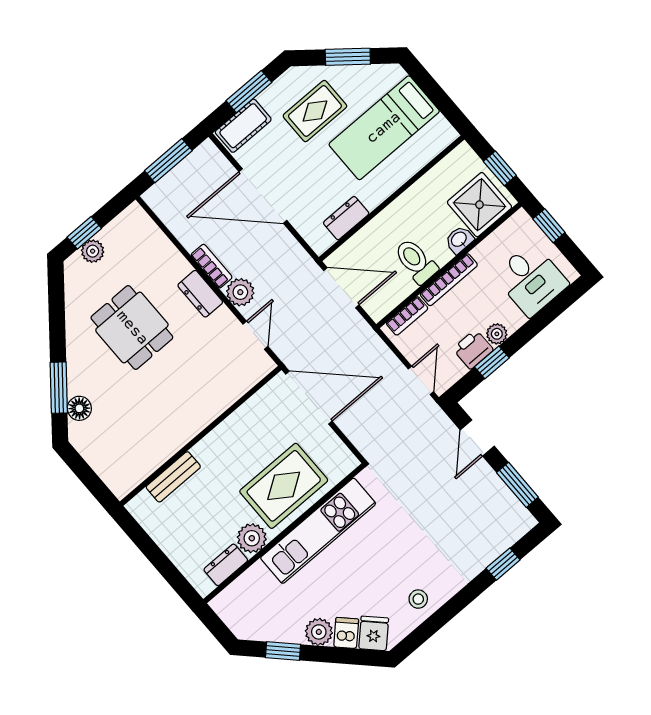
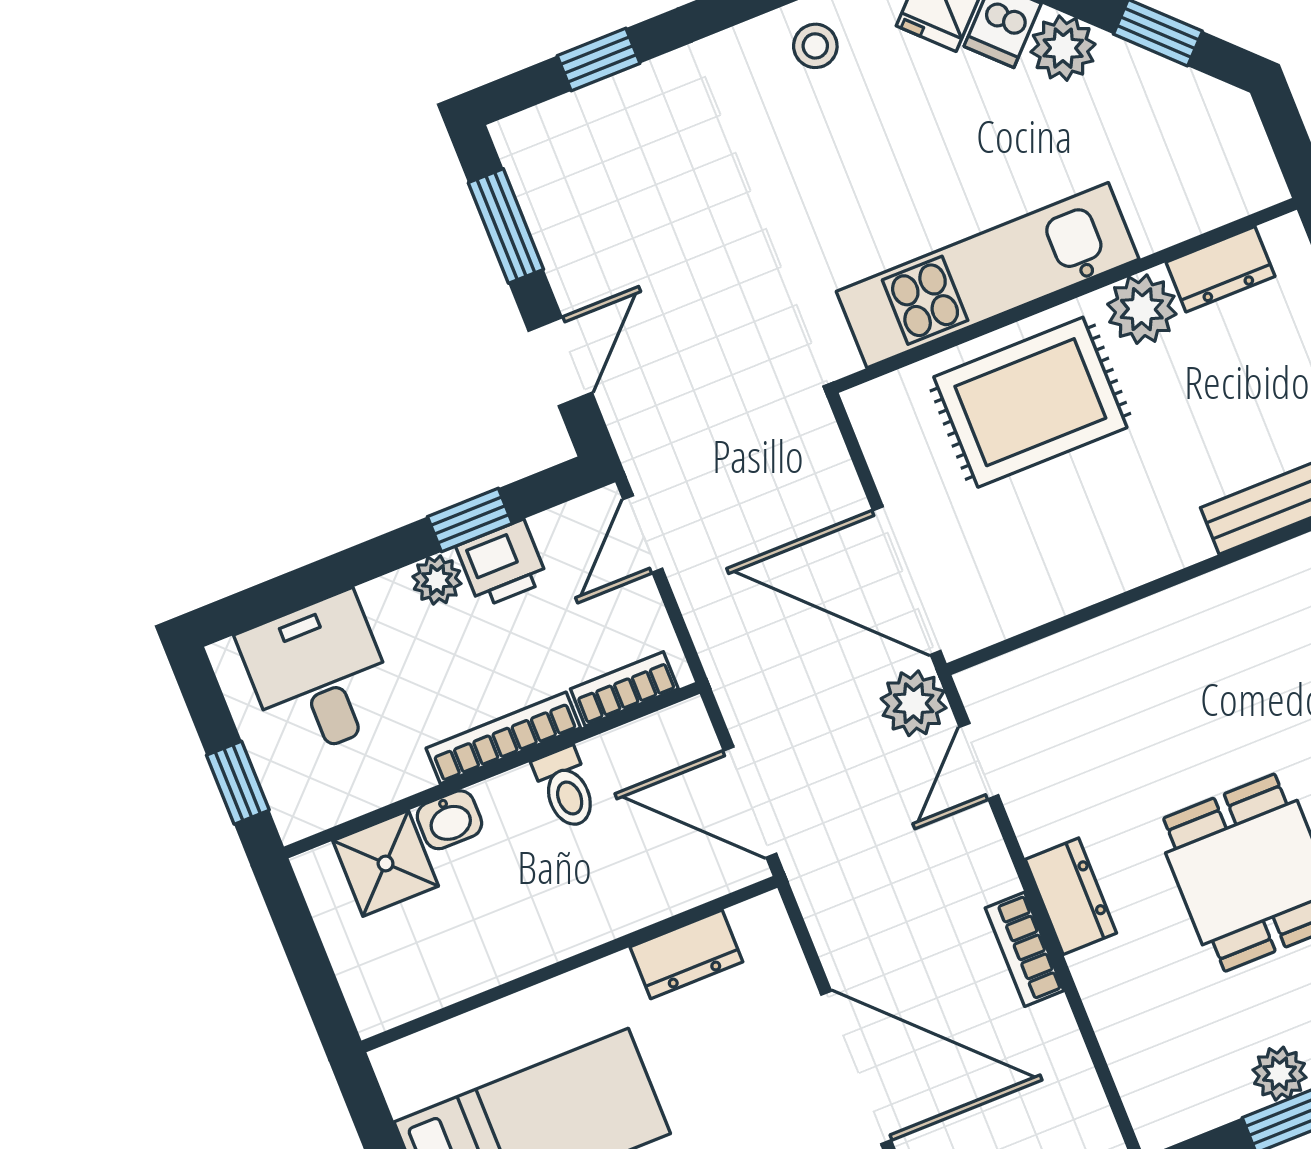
window: (500, 168) -> (304, 948), removed
shower: (479, 205) -> (386, 863), width x0.73, depth x0.73
toilet: (416, 261) -> (566, 788), width x0.73, depth x0.72
plant: (240, 292) -> (914, 703), moved

